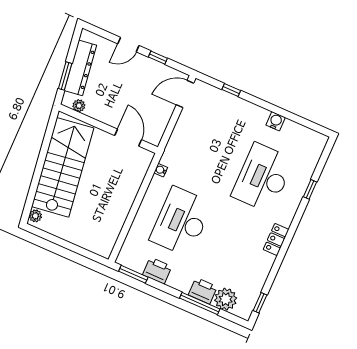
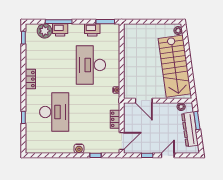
water cooler: (276, 121) -> (79, 149), moved
locker: (181, 129) -> (115, 119), added
desk: (181, 222) -> (91, 65), turned 180

